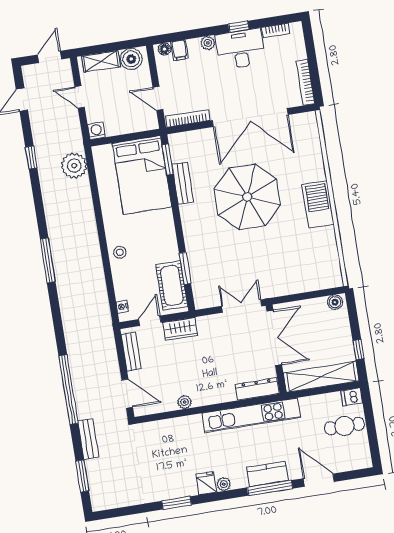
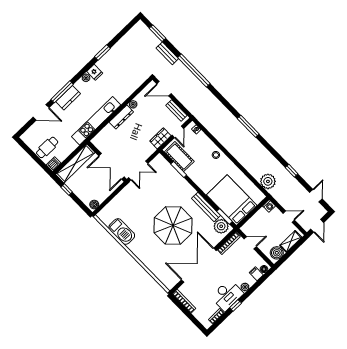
plant: (182, 149) -> (221, 226), added
bench: (183, 183) -> (206, 207), width x1.36
barbecue: (318, 204) -> (122, 232), moved
dresser: (257, 389) -> (121, 117), moved

